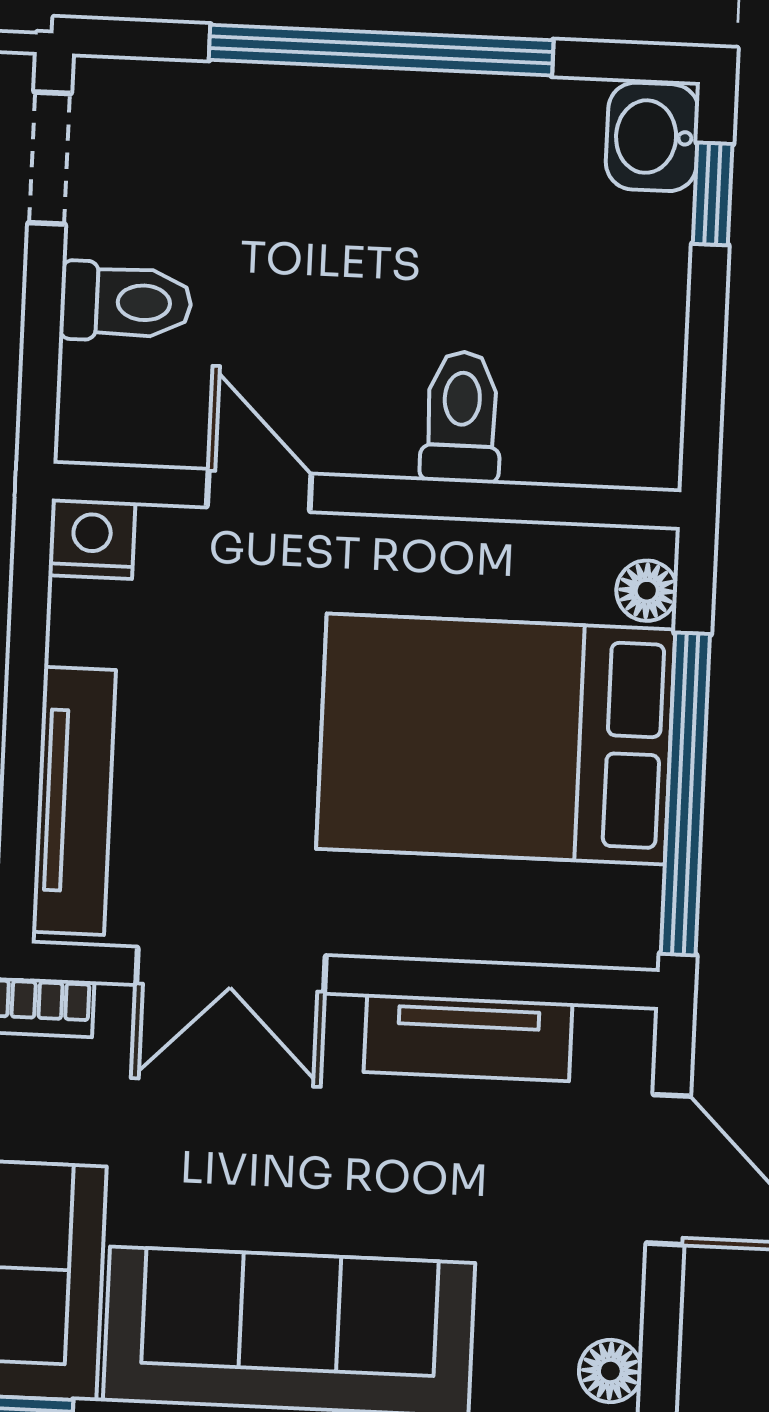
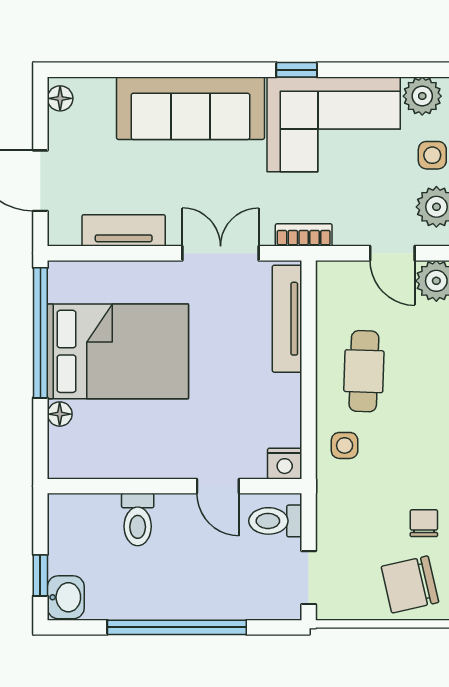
toilet: (462, 417) -> (138, 520), moved
door: (259, 490) -> (218, 486), moved
wall: (367, 495) -> (174, 486), moved
nightstand: (92, 539) -> (285, 464), moved

